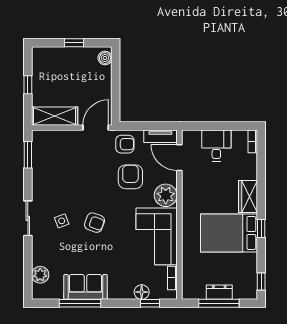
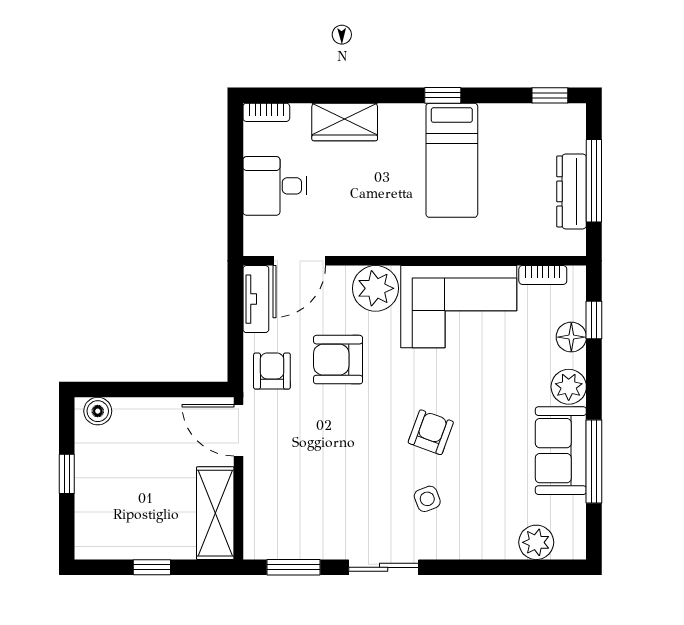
wardrobe: (248, 197) -> (345, 122), moved
sliding door: (28, 218) -> (384, 567), moved
bed: (229, 233) -> (452, 160), width x0.67
plant: (117, 291) -> (569, 387), added
dresser: (219, 292) -> (572, 191), width x1.44

